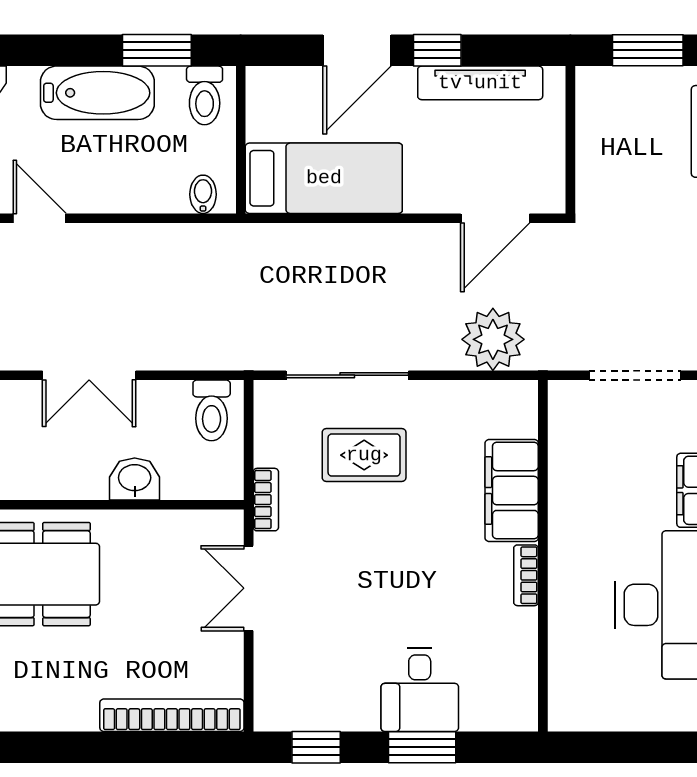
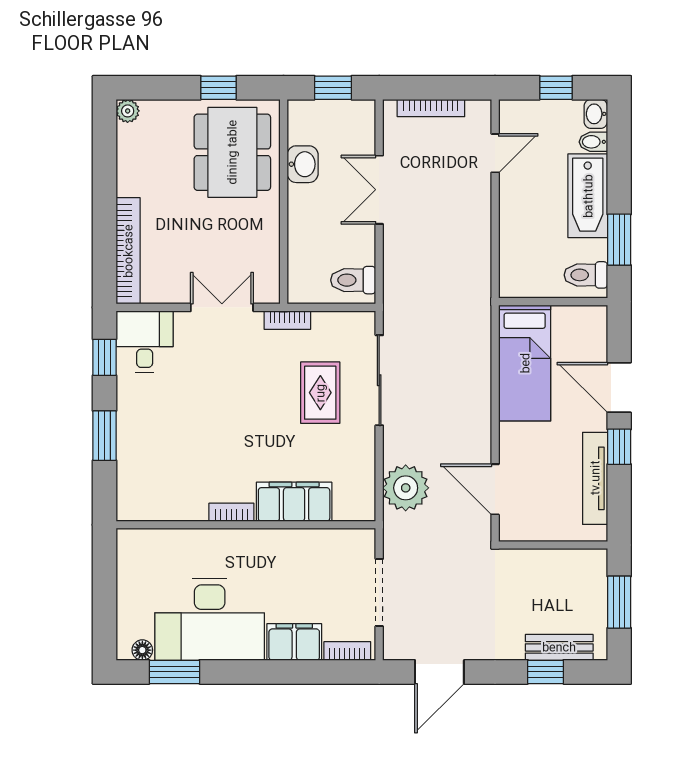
bidet: (203, 194) -> (593, 142), moved, turned 180
washbasin: (135, 479) -> (303, 164), moved
desk: (420, 690) -> (145, 342), moved, turned 90

